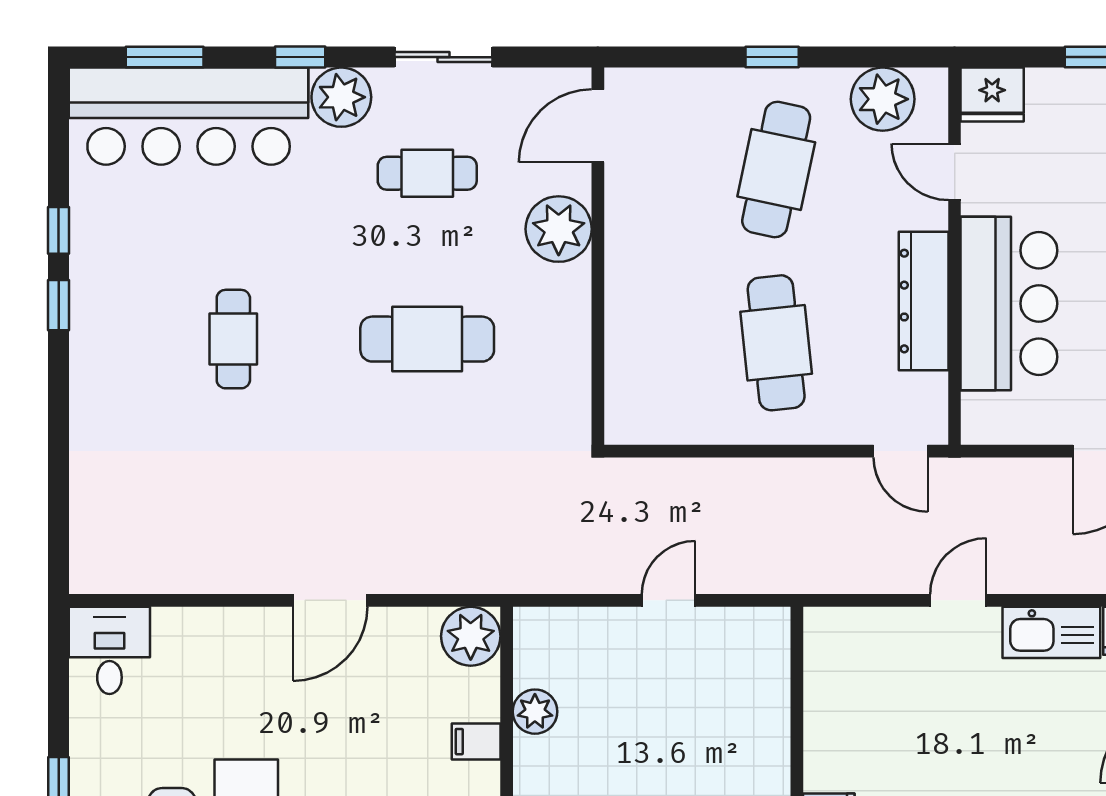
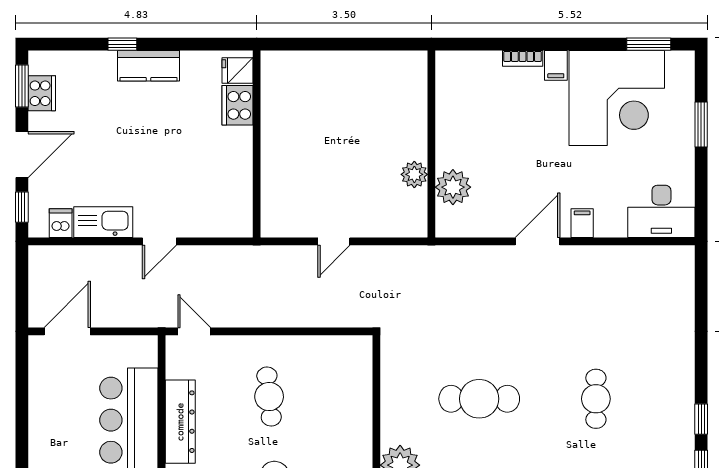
cafe table: (776, 343) -> (269, 397), width x0.73, depth x0.74
plant: (471, 636) -> (453, 187), moved
desk: (109, 650) -> (661, 211), width x1.37
filing cabinet: (476, 742) -> (582, 223), moved, turned -90

